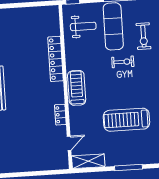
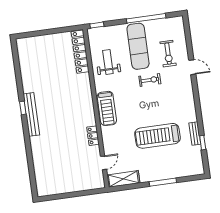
weight bench: (83, 26) -> (108, 62), moved, turned -90
locker: (56, 59) -> (80, 52), moved
treadmill: (77, 88) -> (107, 108), turned 180

